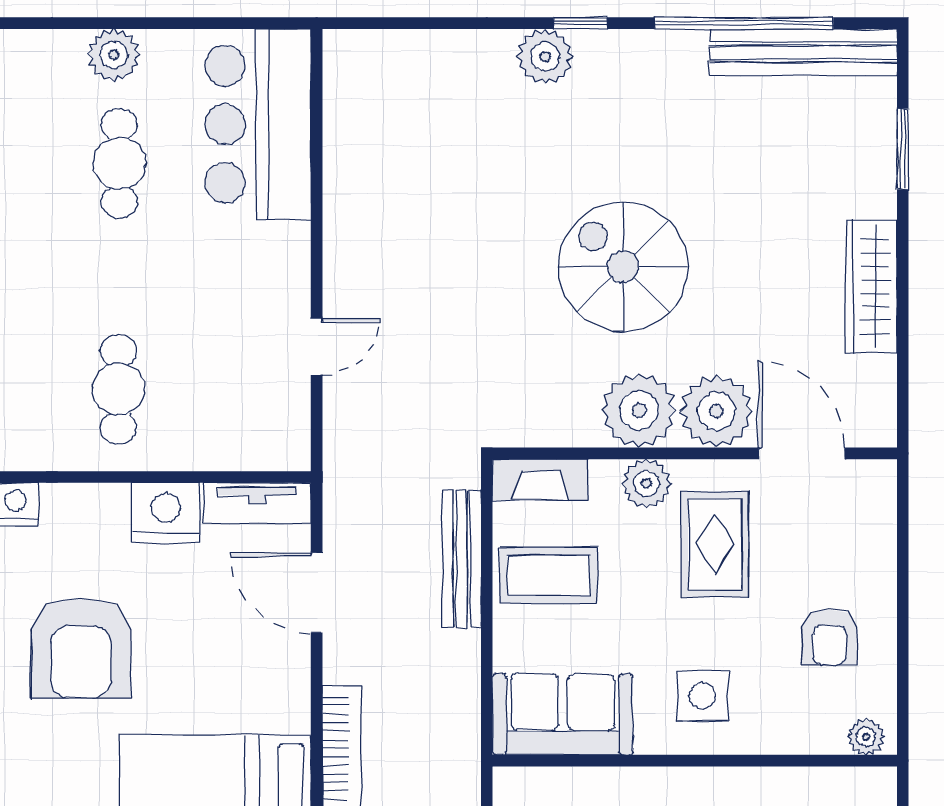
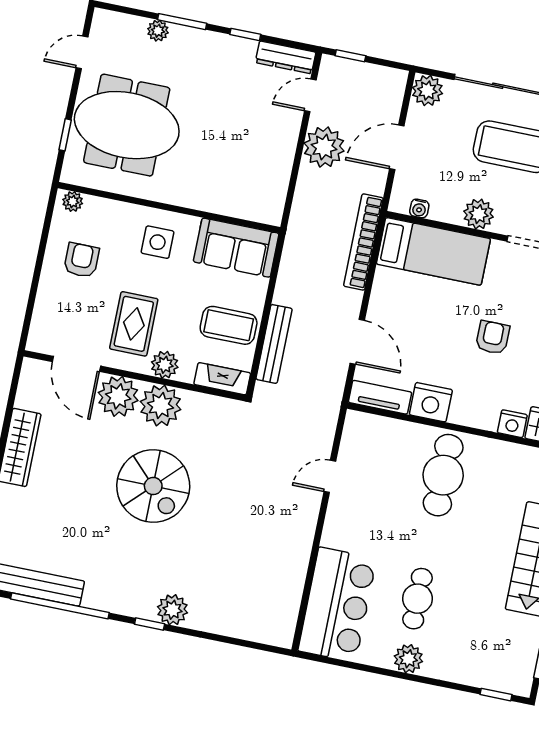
cafe table: (118, 389) -> (443, 475), width x1.37, depth x1.35
armchair: (81, 648) -> (493, 337), width x0.53, depth x0.53

